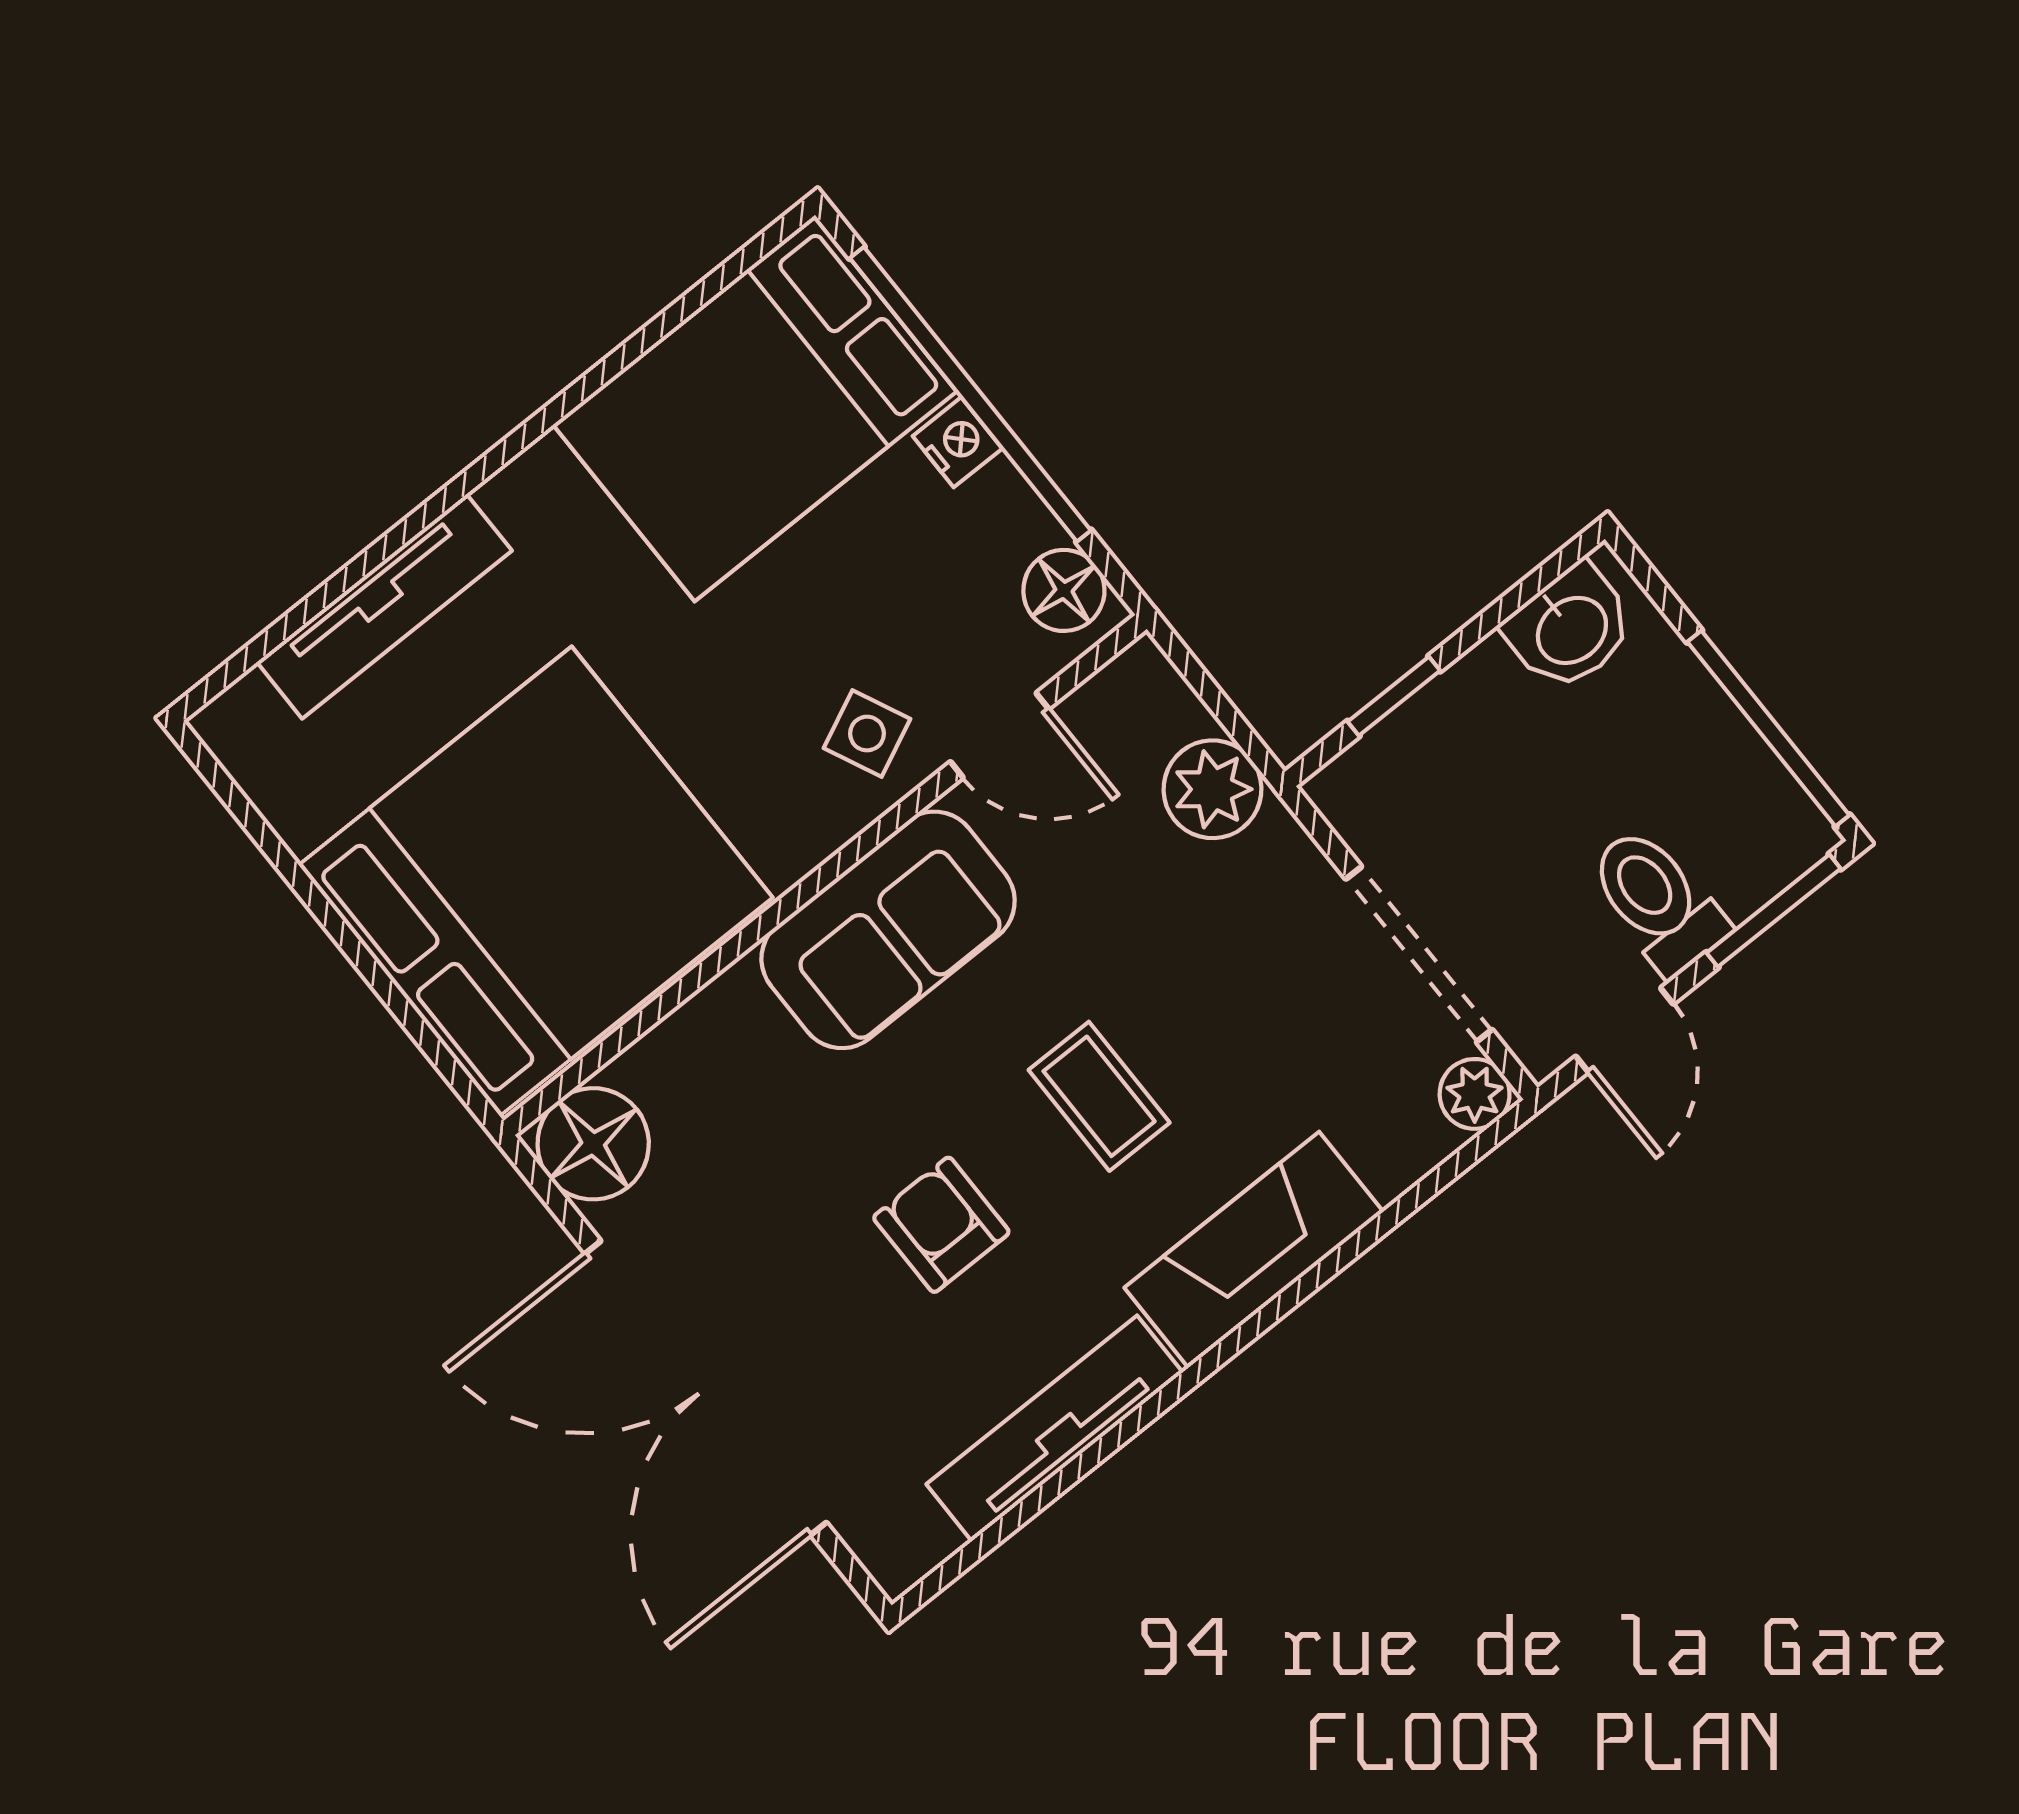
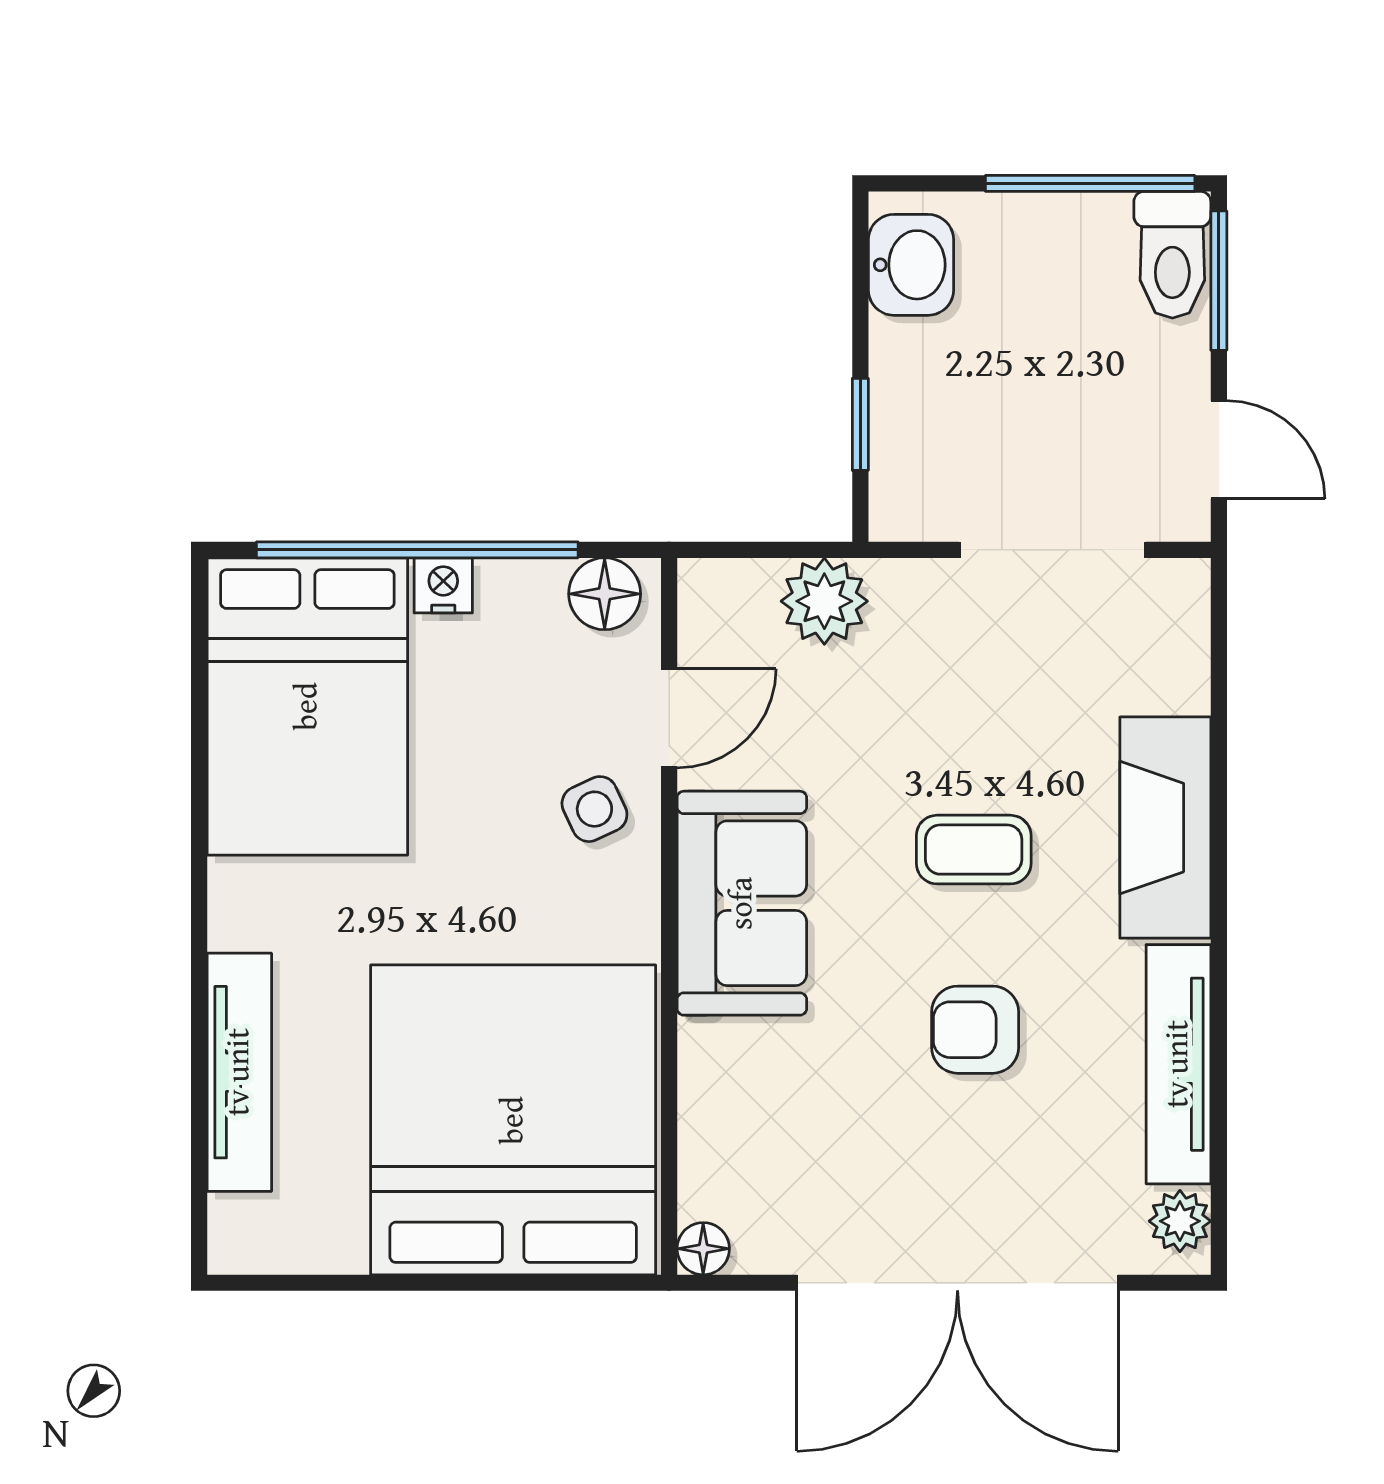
toilet: (1657, 901) -> (1172, 255), moved, turned -90
plant: (1475, 1094) -> (1180, 1221), moved
floor lamp: (593, 1144) -> (703, 1249), width x0.53, depth x0.53

